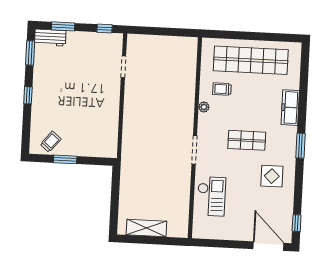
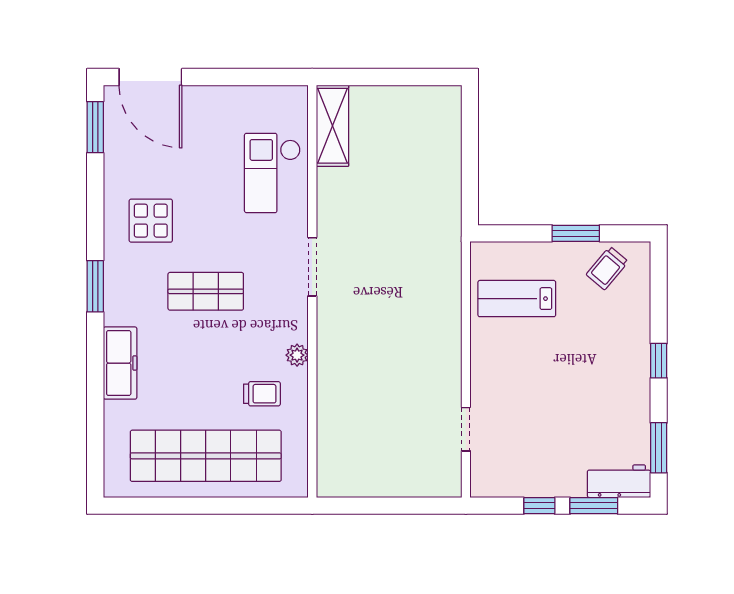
window: (105, 28) -> (539, 506), moved
lab bench: (95, 129) -> (517, 299), added
window: (297, 223) -> (95, 127), width x1.50
shelving: (146, 228) -> (332, 126), moved, turned 90

